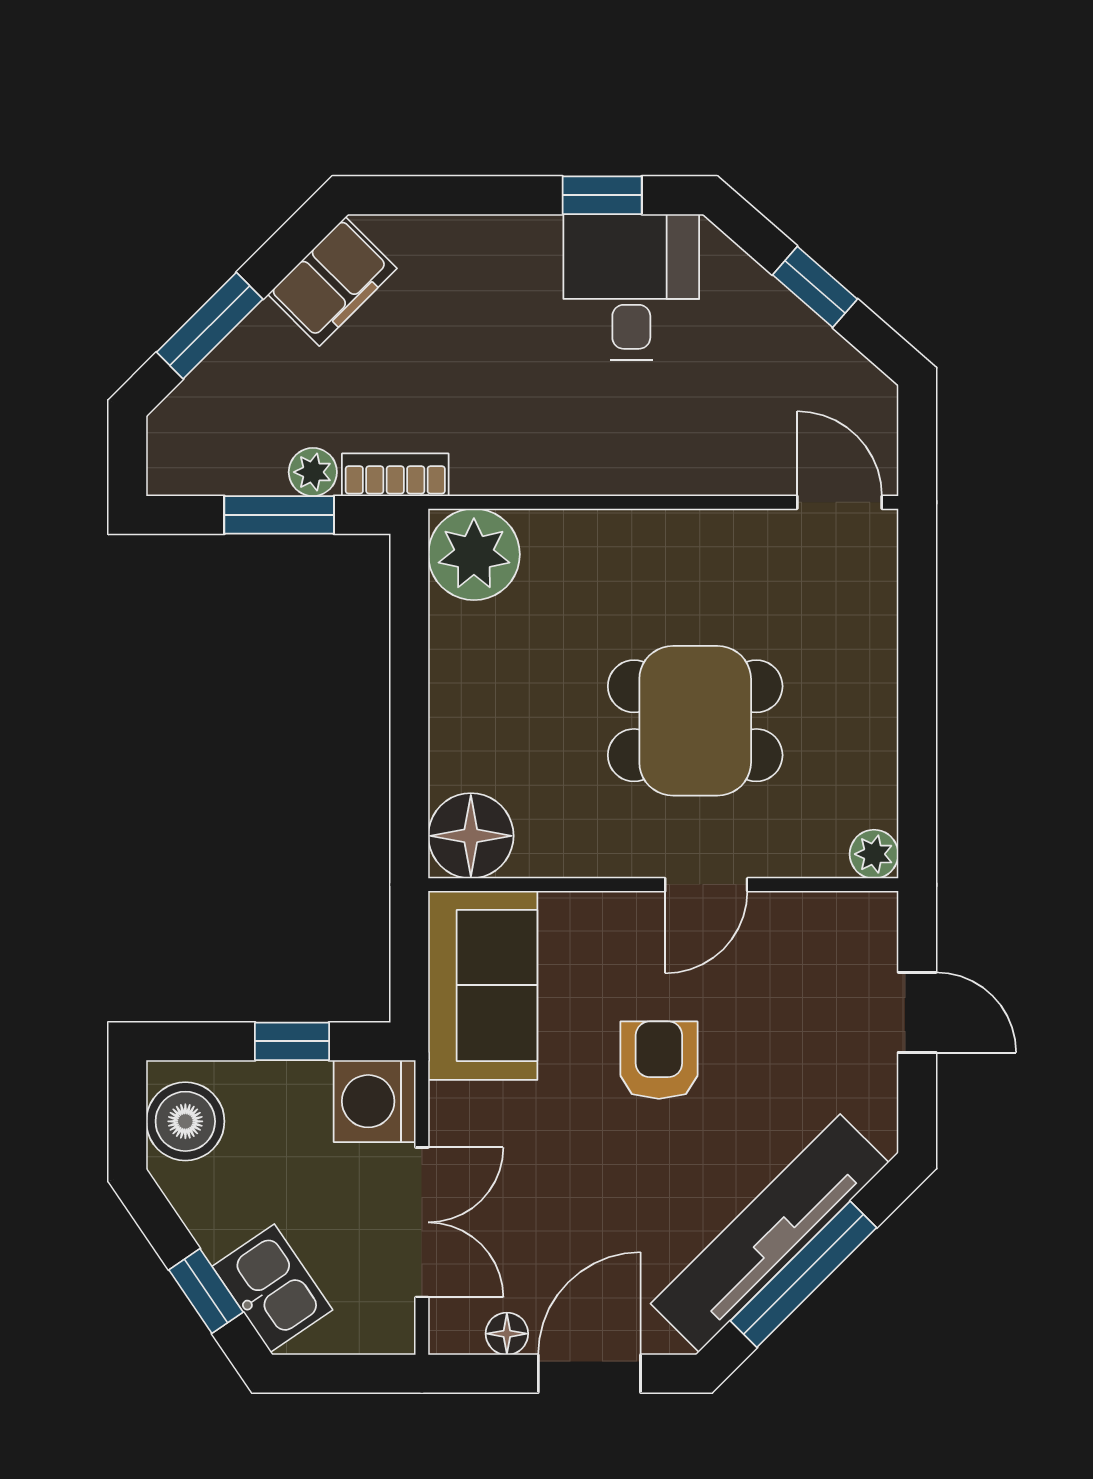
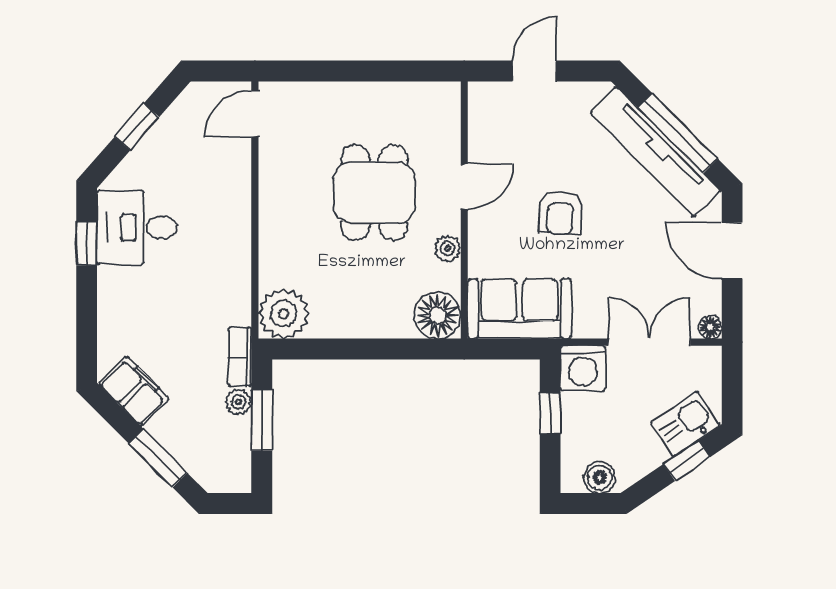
plant: (874, 854) -> (448, 248), moved
door: (706, 885) -> (464, 186), hinge flipped
armchair: (659, 1060) -> (560, 212), turned -87
boiler: (185, 1121) -> (600, 477), width x0.73, depth x0.73
floor lamp: (507, 1334) -> (710, 327), moved

